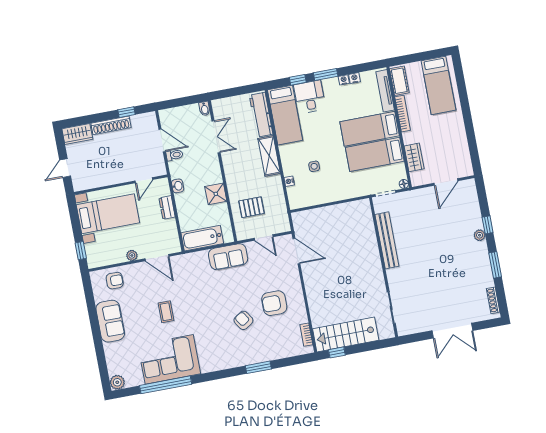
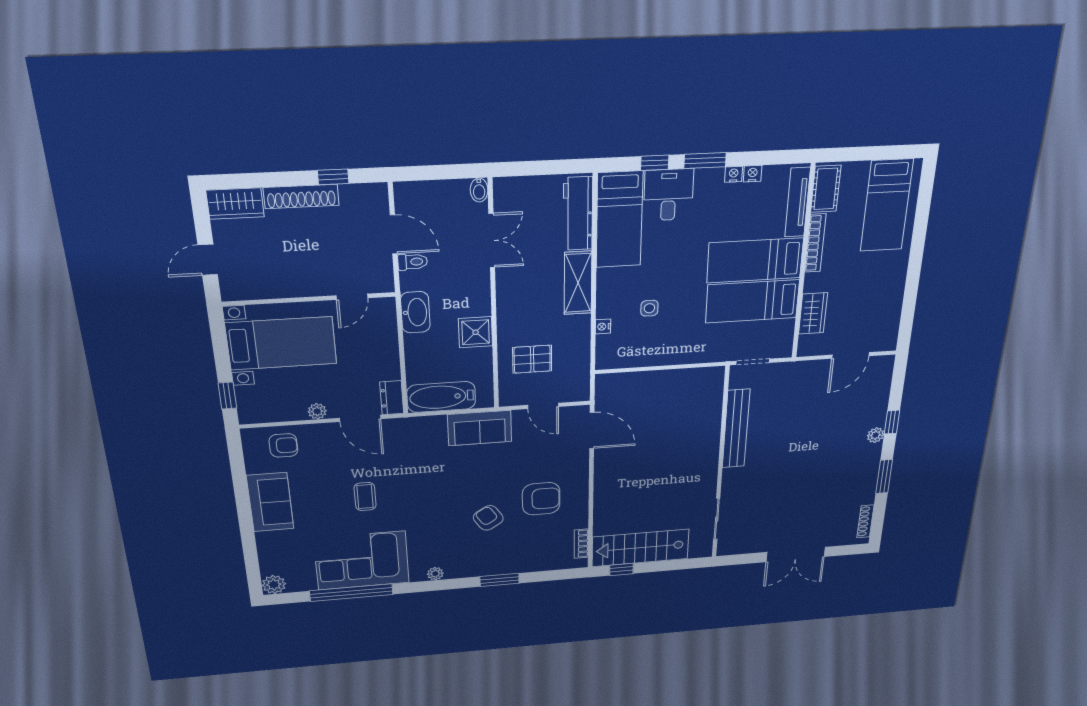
floor lamp: (404, 184) -> (785, 351), removed
washbasin: (178, 186) -> (415, 312), width x1.91, depth x1.45
dresser: (167, 207) -> (392, 398), moved
armchair: (274, 303) -> (541, 499), turned 180
plant: (217, 366) -> (435, 574), added

